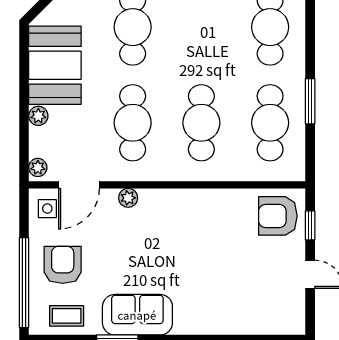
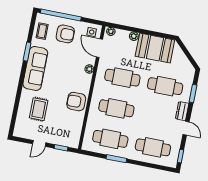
armchair: (278, 216) -> (76, 102), moved, turned -90
rug: (236, 290) -> (39, 109), added
sofa: (137, 315) -> (35, 68), width x1.36

